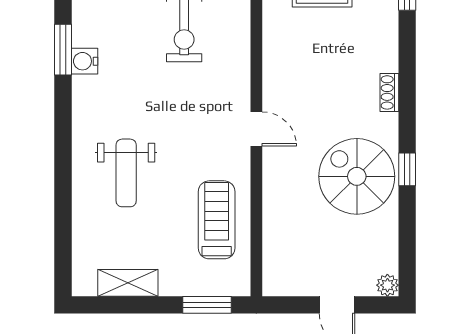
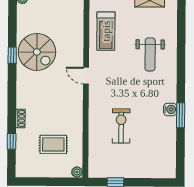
shoe rack: (389, 92) -> (20, 118), moved
weight bench: (126, 173) -> (150, 54), turned 180

